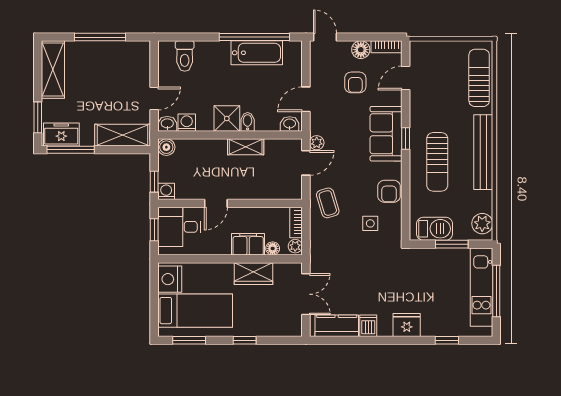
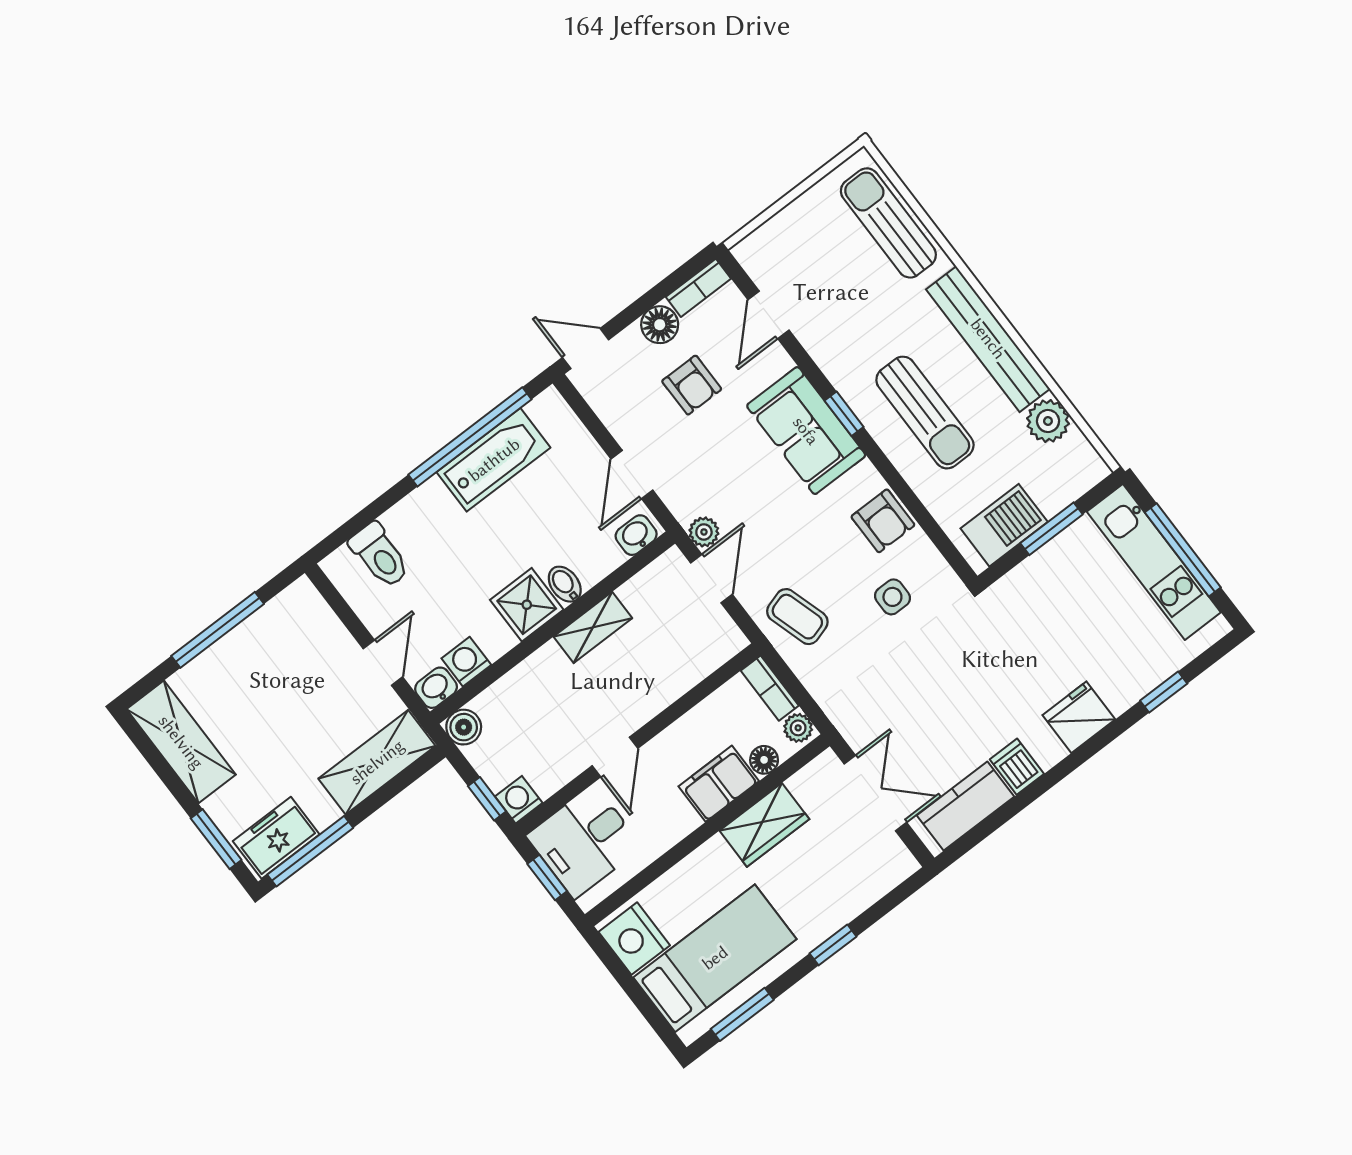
plant: (482, 224) -> (1048, 421), moved

